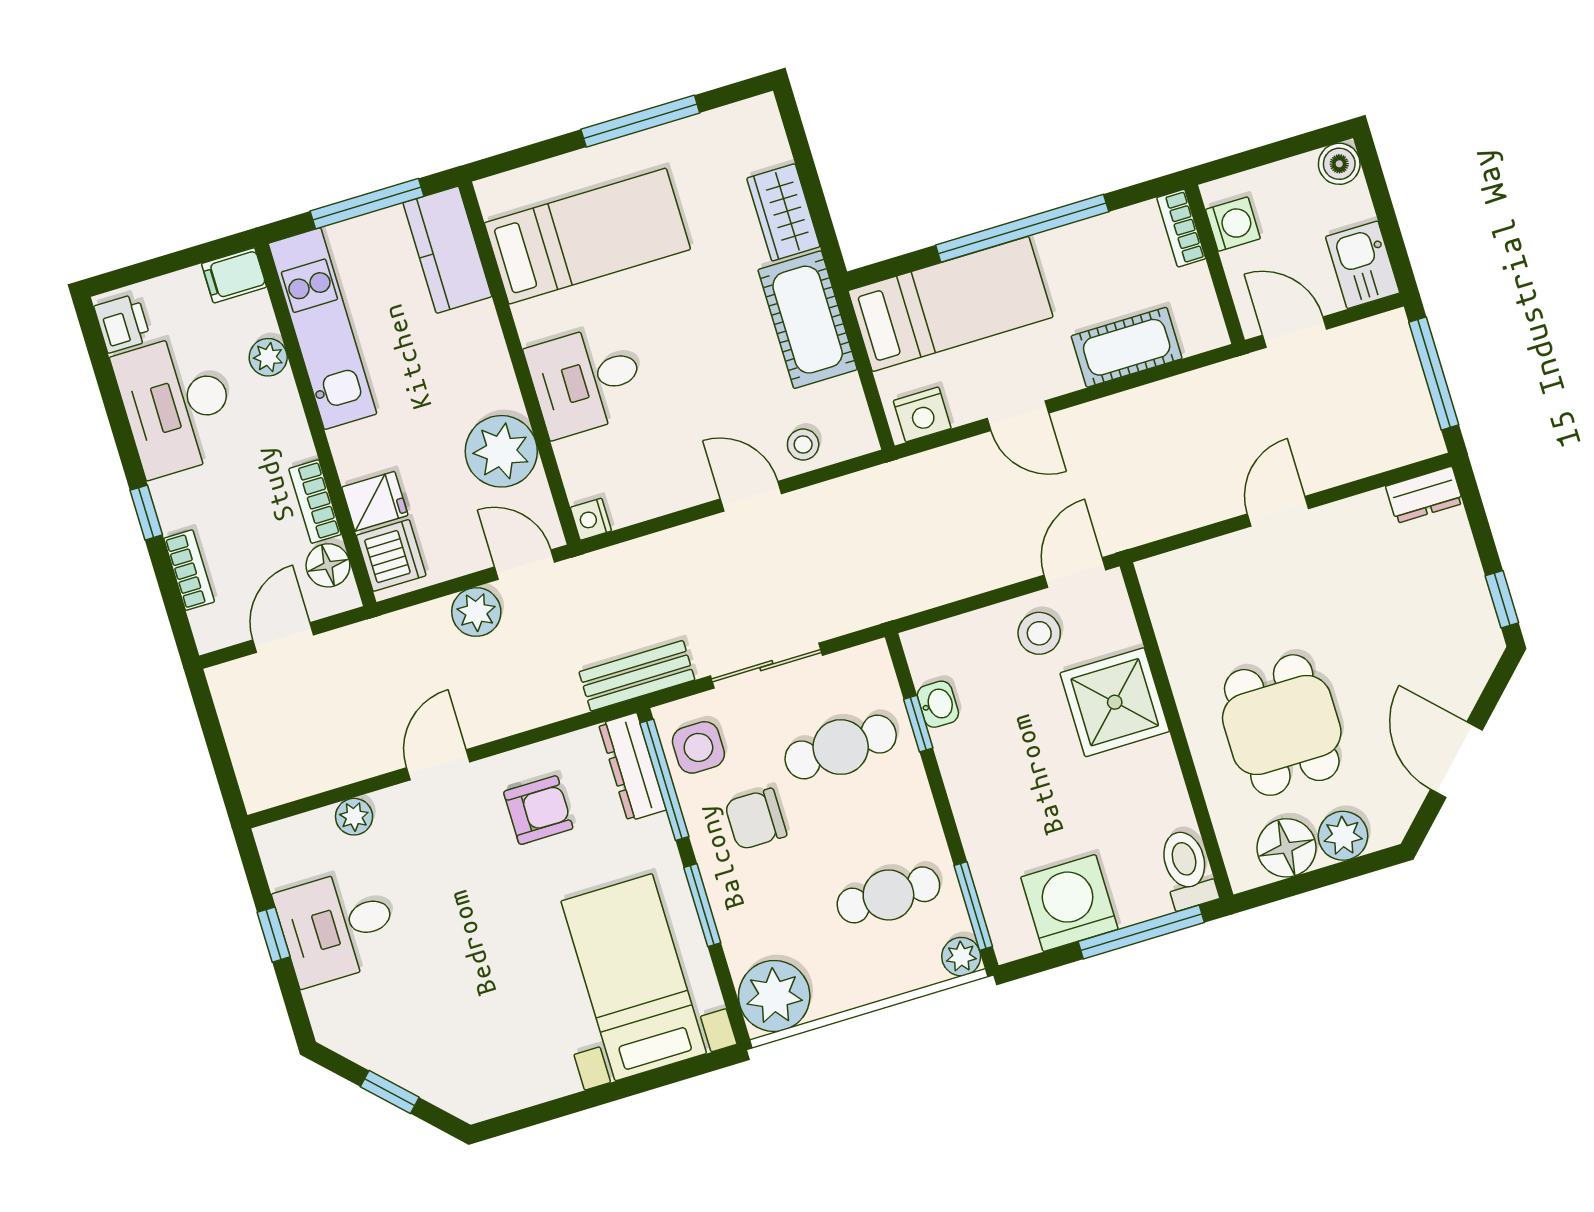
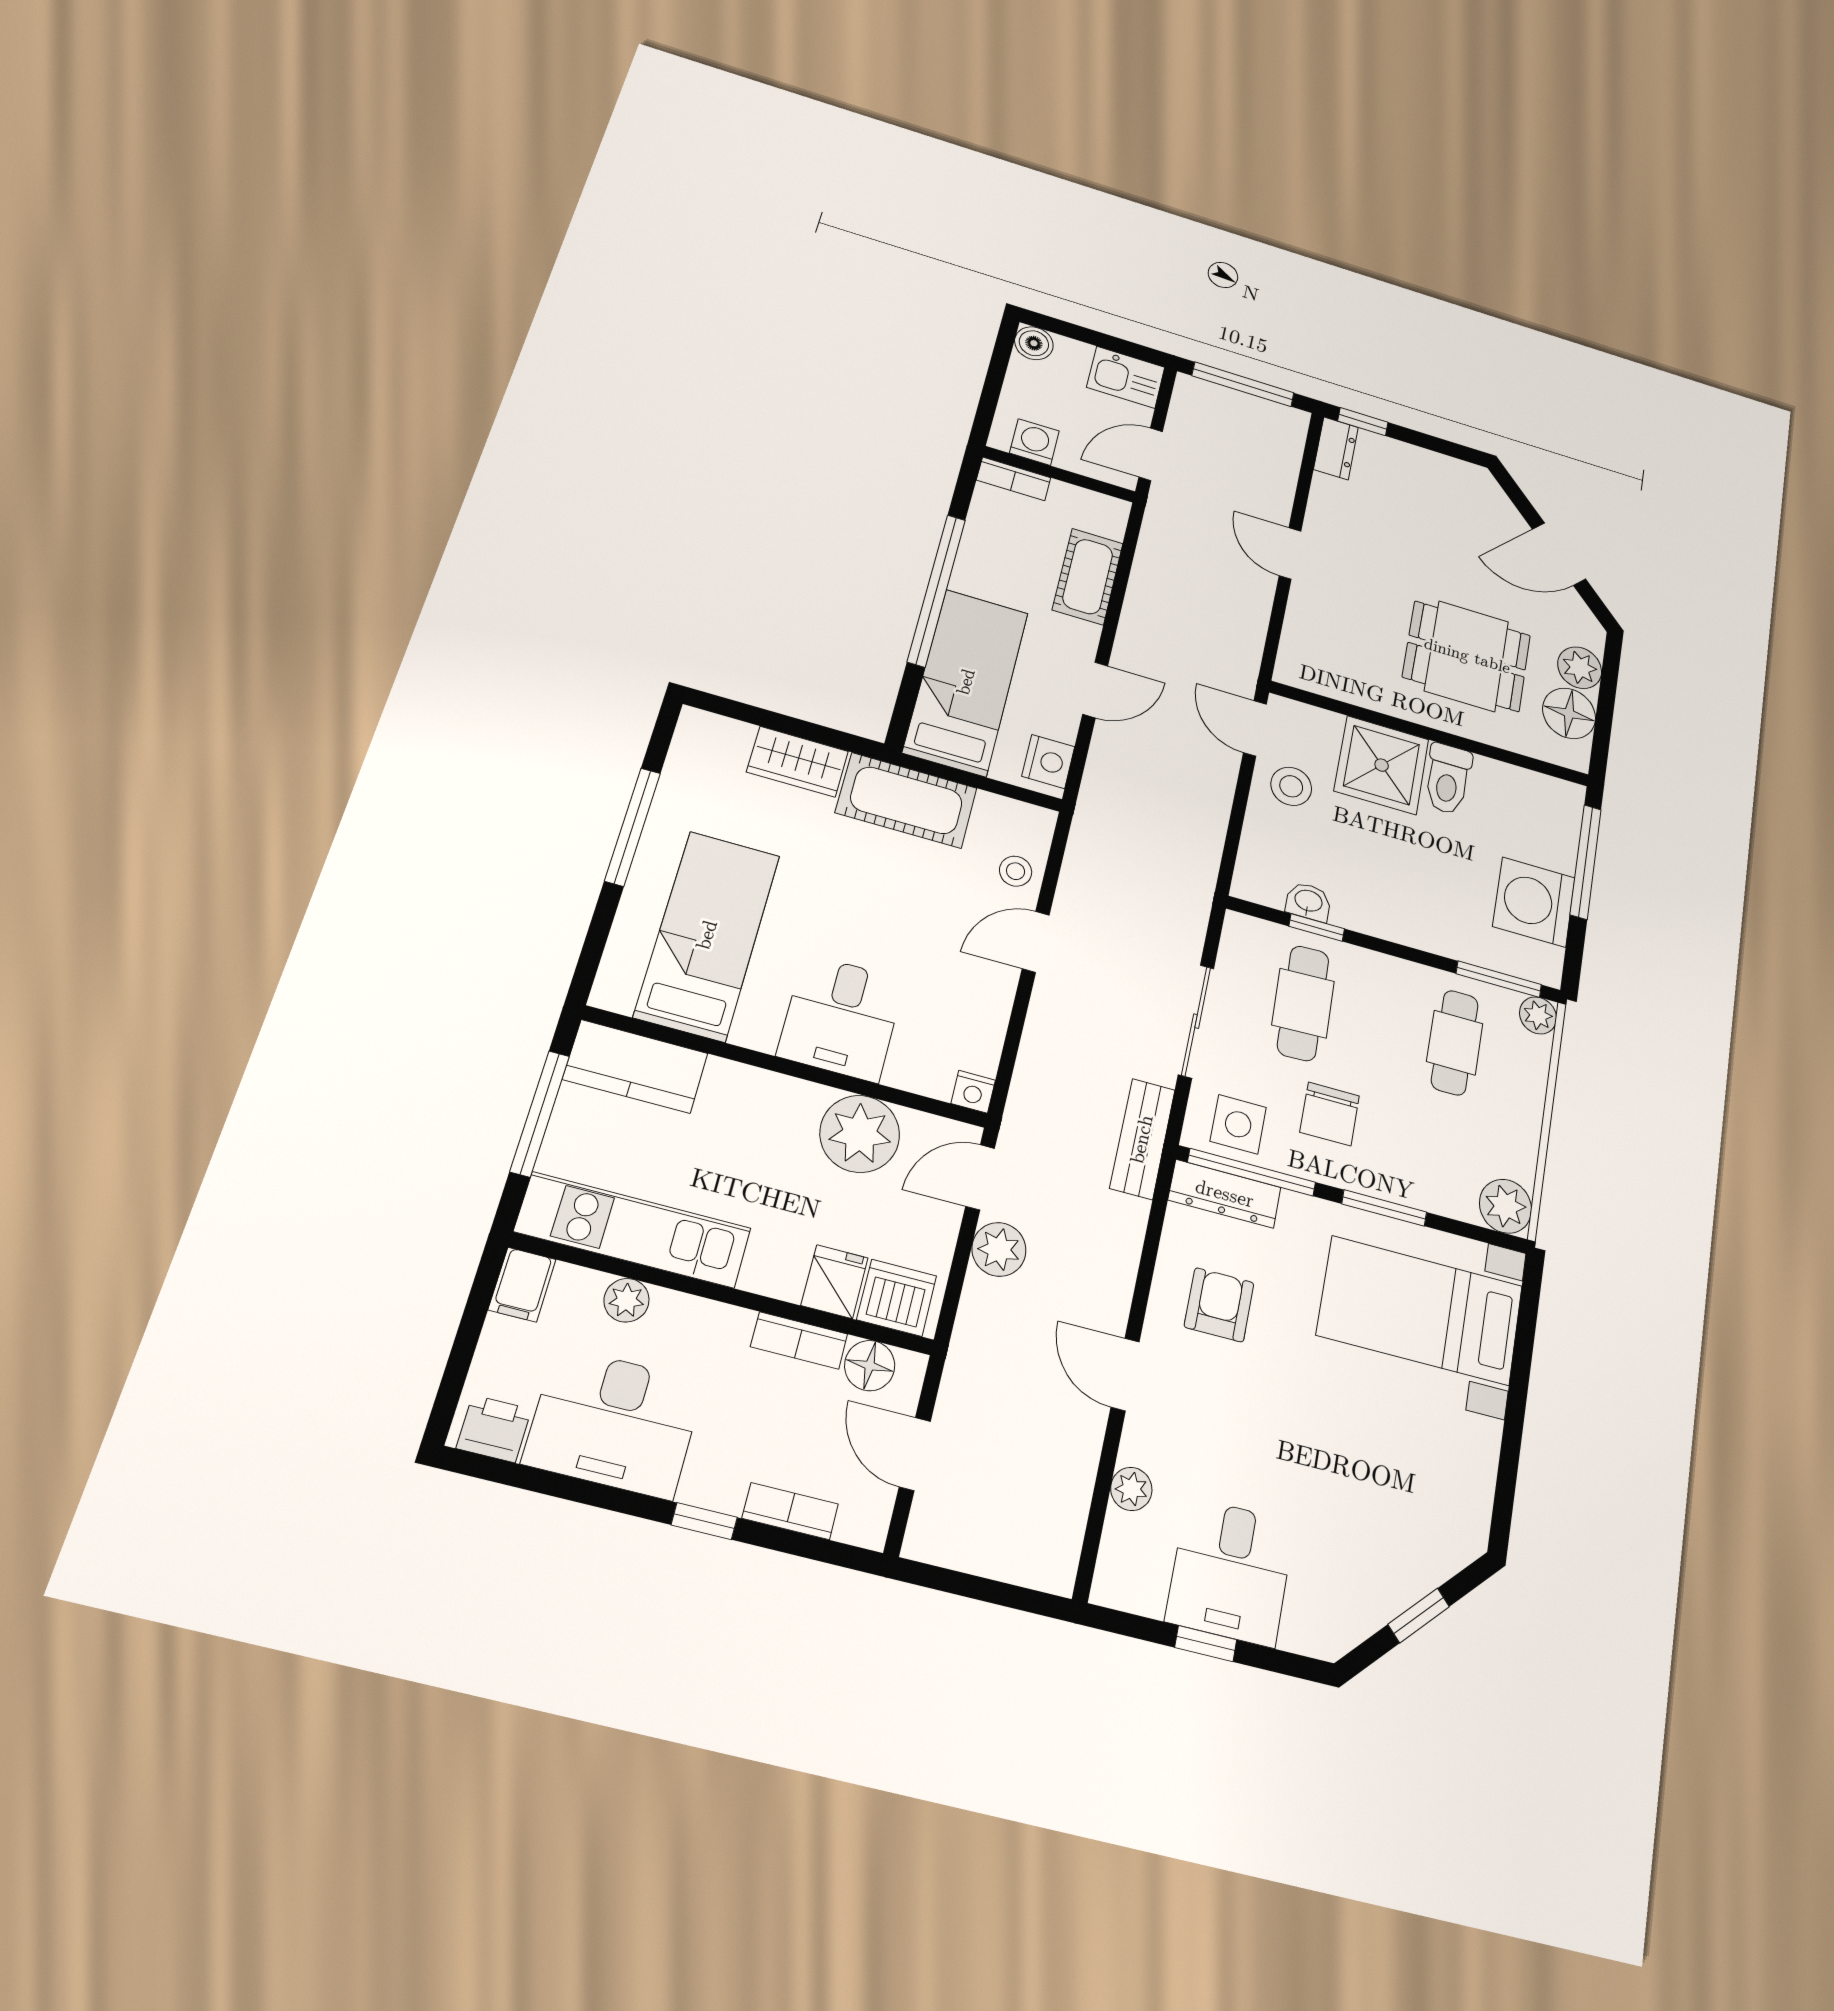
window: (1502, 599) -> (1363, 422), moved
toilet: (1187, 869) -> (1448, 779), moved, turned -90
plant: (774, 996) -> (1506, 1206), width x0.73, depth x0.73

